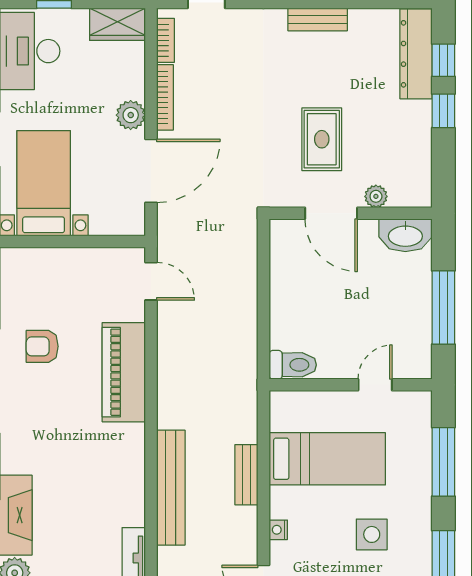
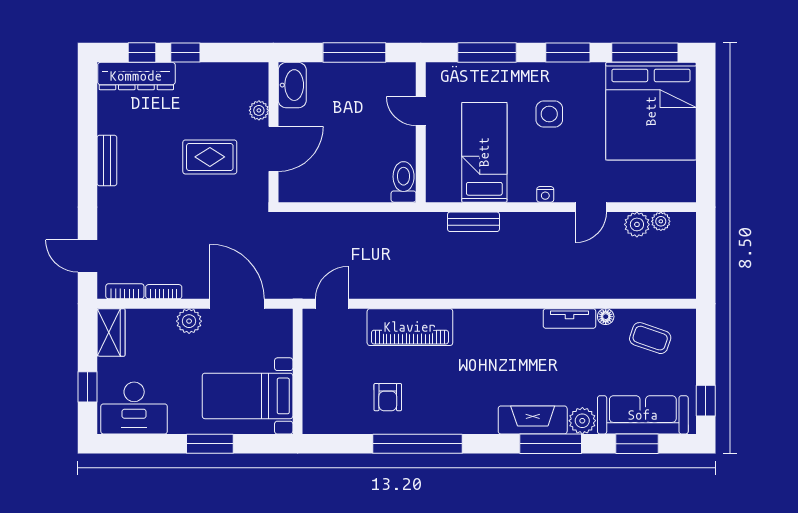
bookcase: (165, 97) -> (164, 292), width x0.64
bench: (246, 475) -> (474, 222), moved
bench: (171, 488) -> (509, 287), removed

